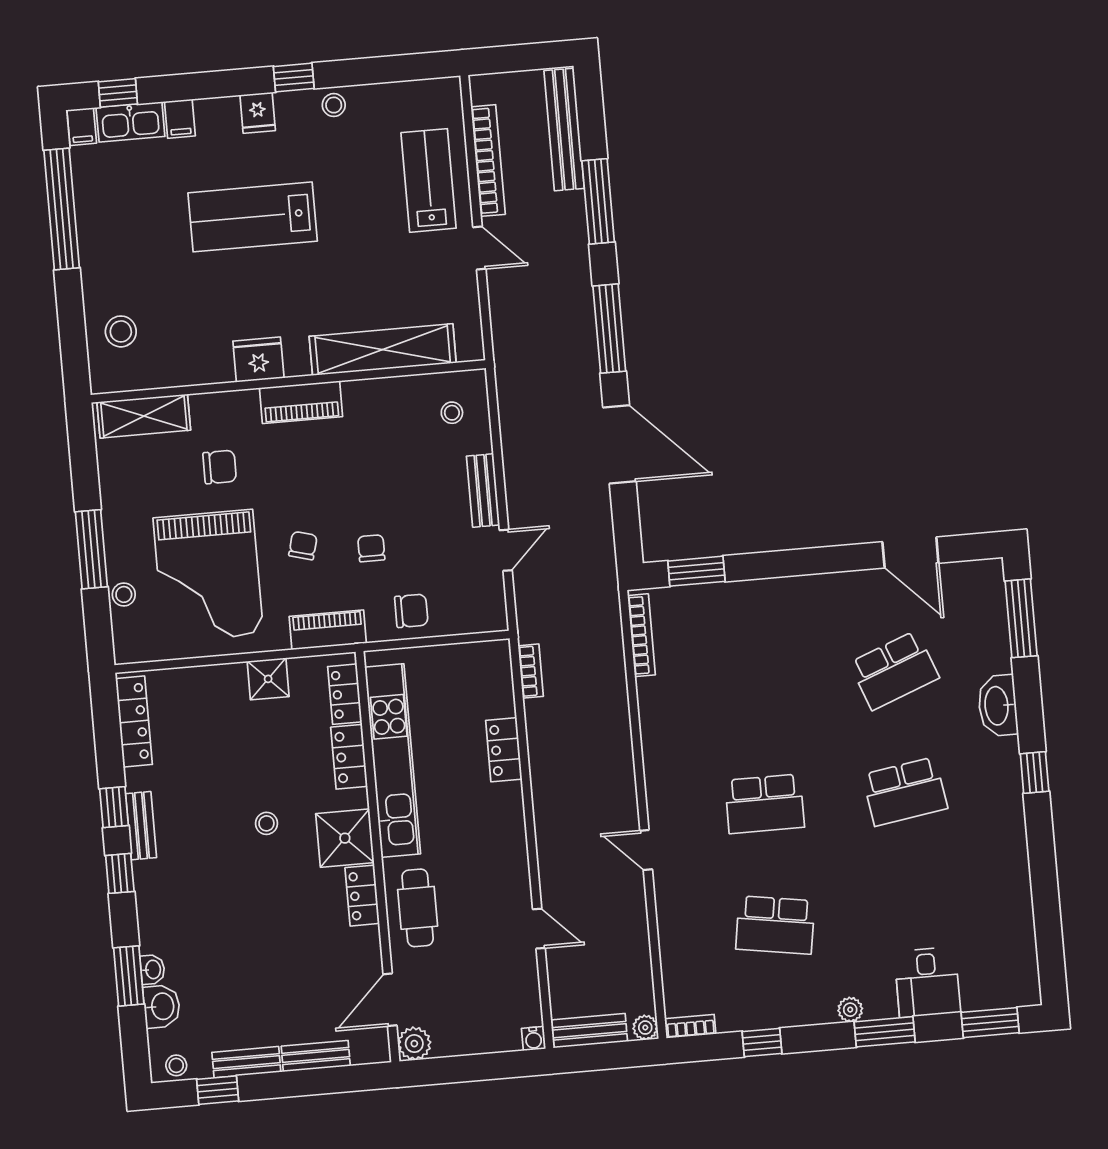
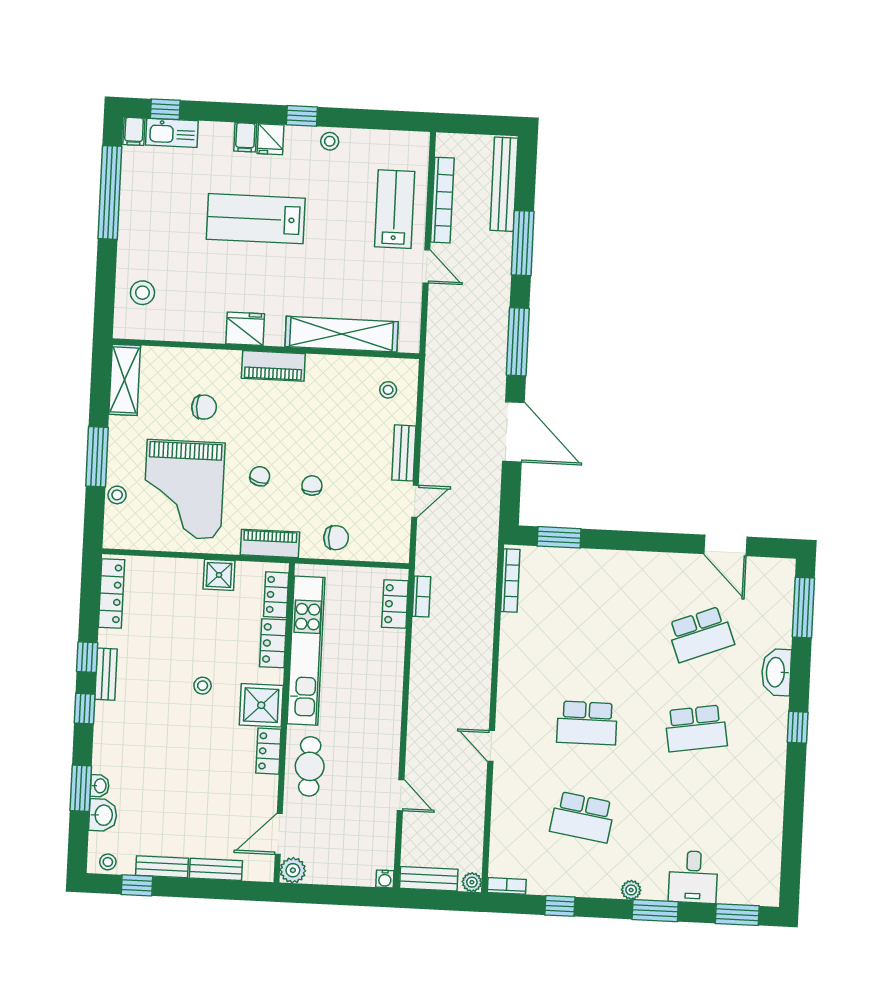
filing cabinet: (180, 119) -> (245, 137), moved
shelving: (144, 416) -> (125, 380), moved, turned 90
locker: (504, 750) -> (395, 604), moved

